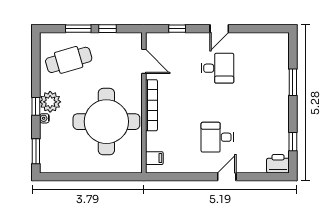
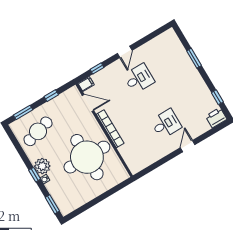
window: (78, 29) -> (23, 112), moved
desk: (217, 137) -> (166, 124), turned 180
filing cabinet: (154, 158) -> (86, 84), moved

